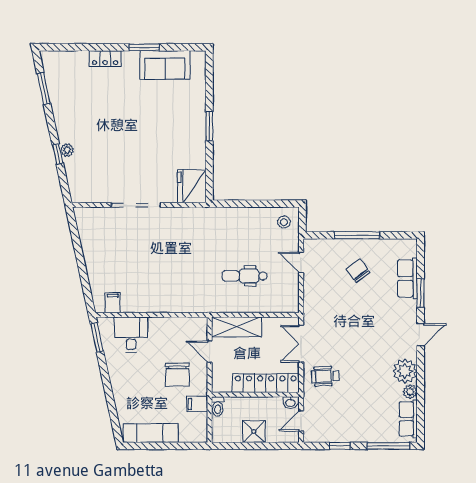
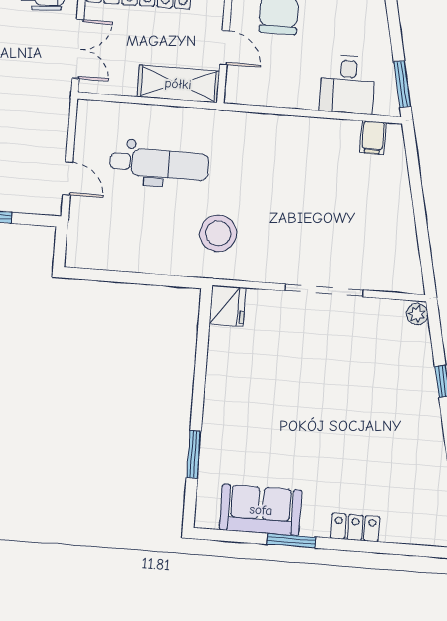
window: (209, 126) -> (194, 454), moved
plant: (67, 150) -> (417, 314), moved
fridge: (192, 186) -> (228, 306), width x0.73, depth x0.75
stool: (284, 222) -> (218, 233), moved, width x1.89, depth x1.89
dental chair: (245, 276) -> (159, 164), width x1.36, depth x1.38

